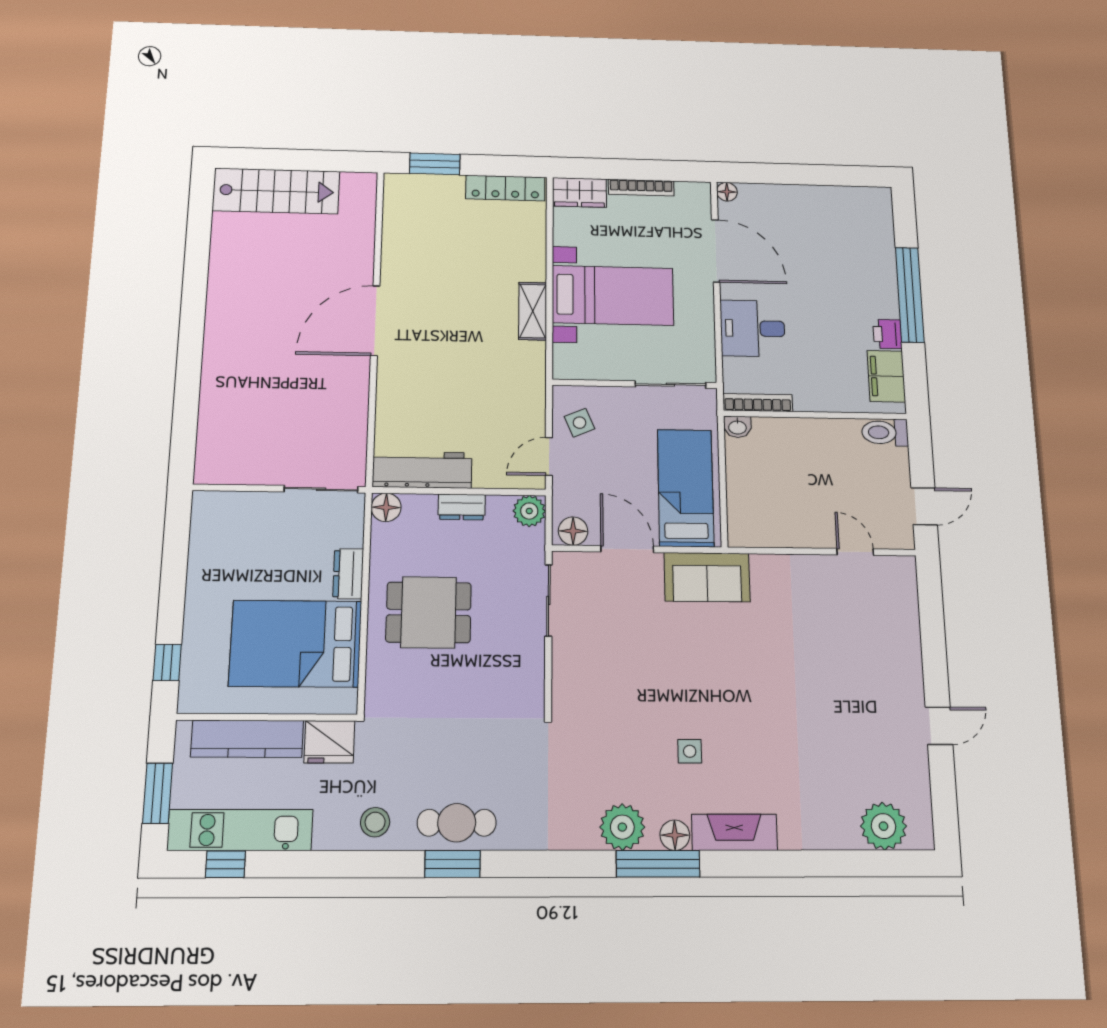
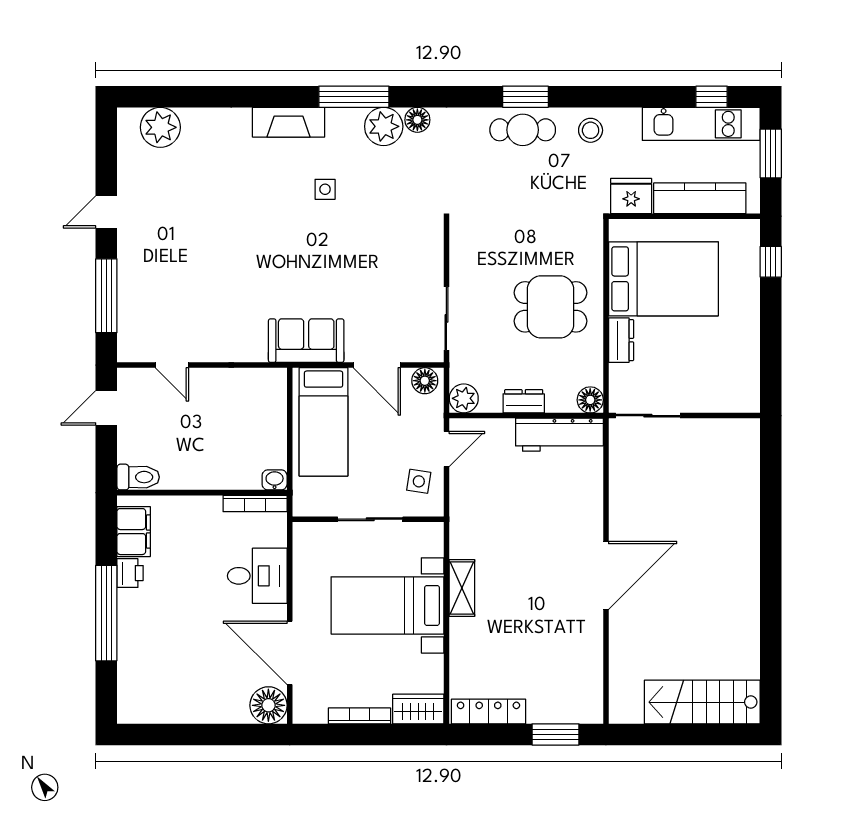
floor lamp: (727, 192) -> (268, 705), width x1.89, depth x1.89
sliding door: (670, 385) -> (370, 519), moved
side table: (580, 423) -> (419, 481), turned 32
window: (932, 630) -> (106, 296), added
floor lamp: (675, 835) -> (417, 120), moved

